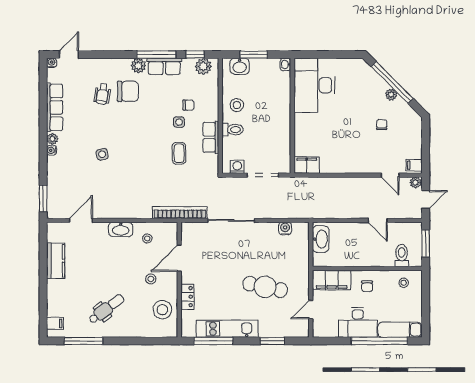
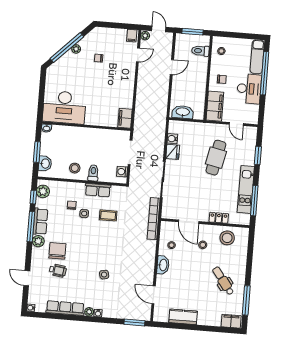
door: (69, 55) -> (27, 278), moved
fridge: (268, 230) -> (173, 152), added
filing cabinet: (55, 323) -> (231, 321), width x2.00

